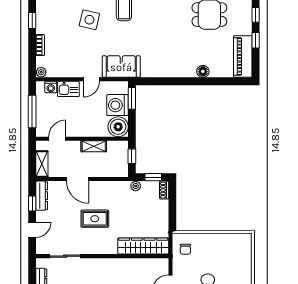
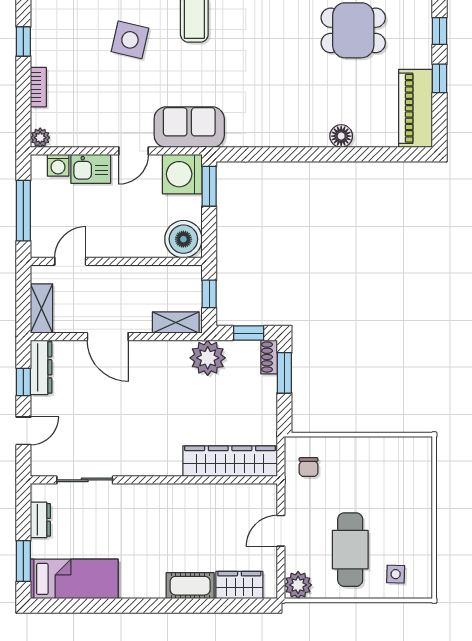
washing machine: (118, 105) -> (182, 174), moved
shelving: (94, 146) -> (176, 322), moved
plant: (136, 186) -> (208, 358), width x1.87, depth x1.87
window: (172, 199) -> (284, 373), added
rug: (95, 219) -> (140, 410), removed

